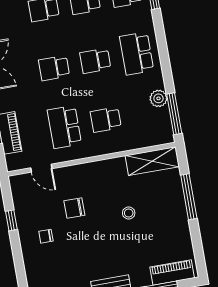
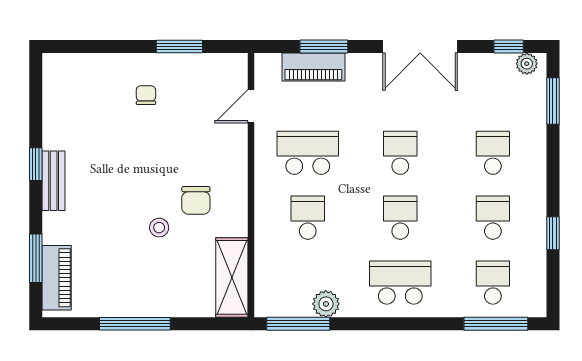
window: (189, 197) -> (135, 324), moved
chair: (74, 208) -> (196, 200), moved, turned 180
window: (11, 220) -> (179, 47), width x1.50

